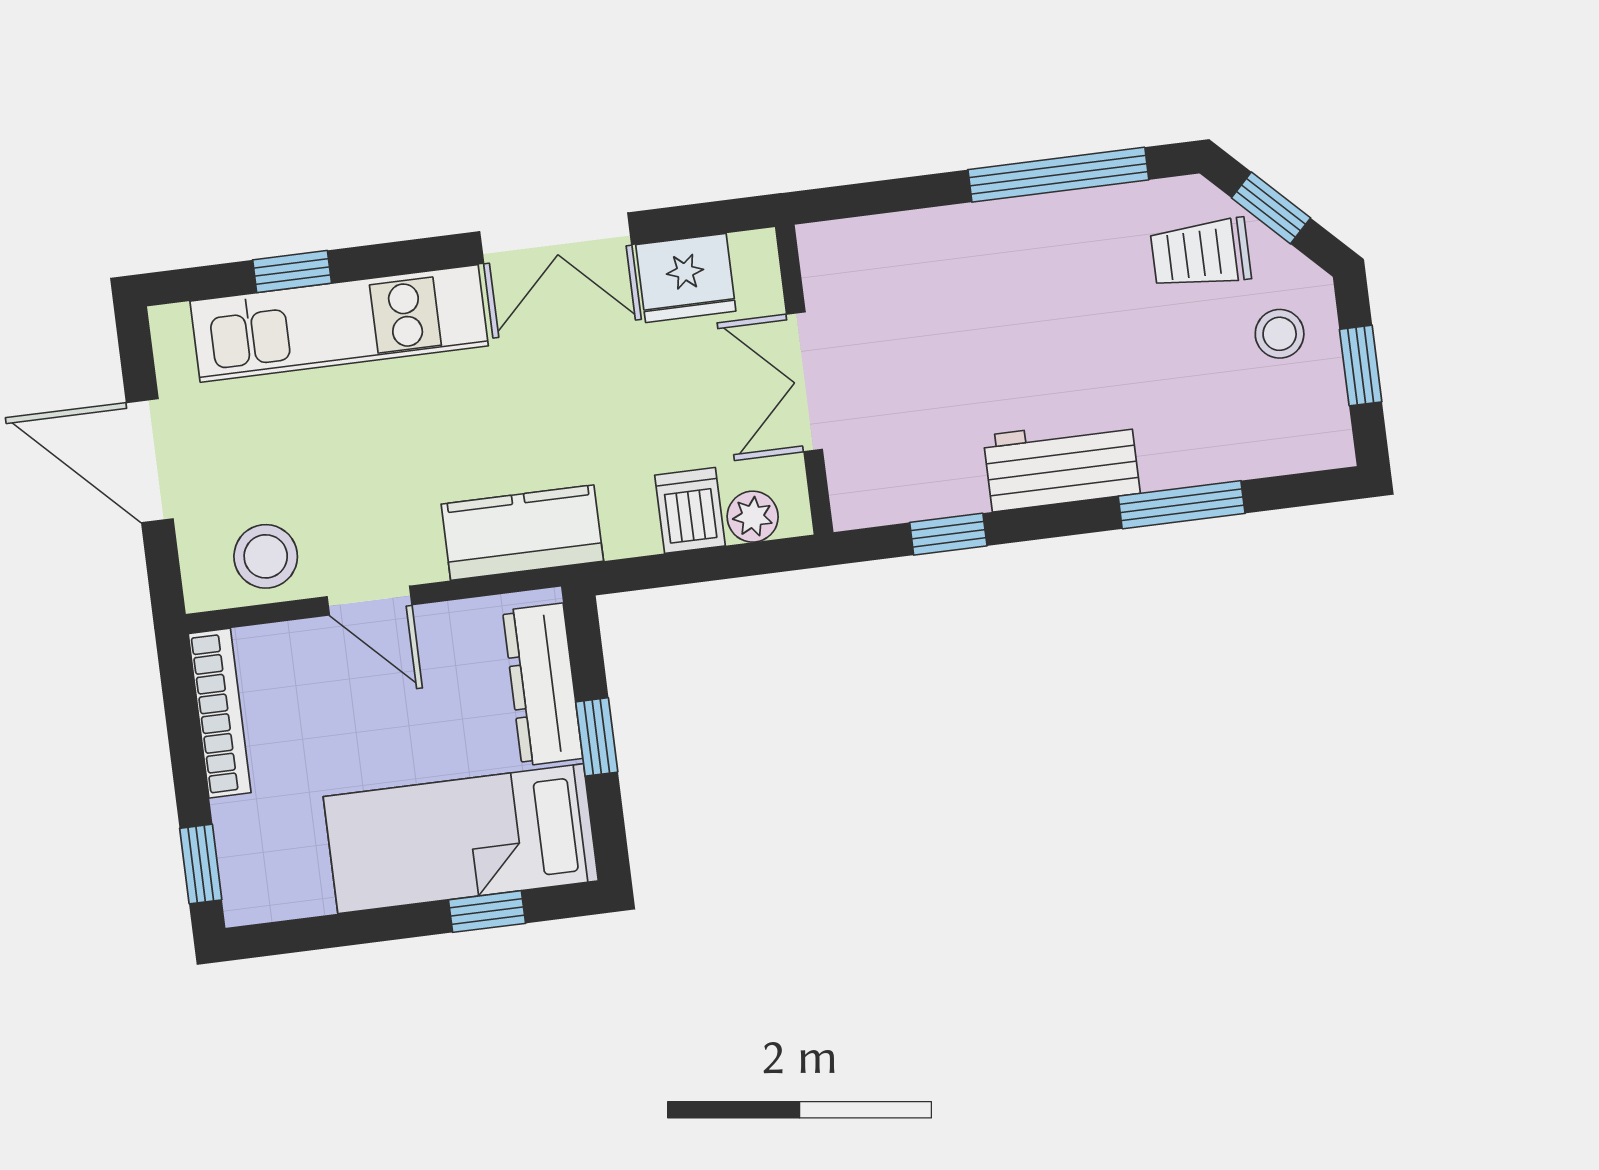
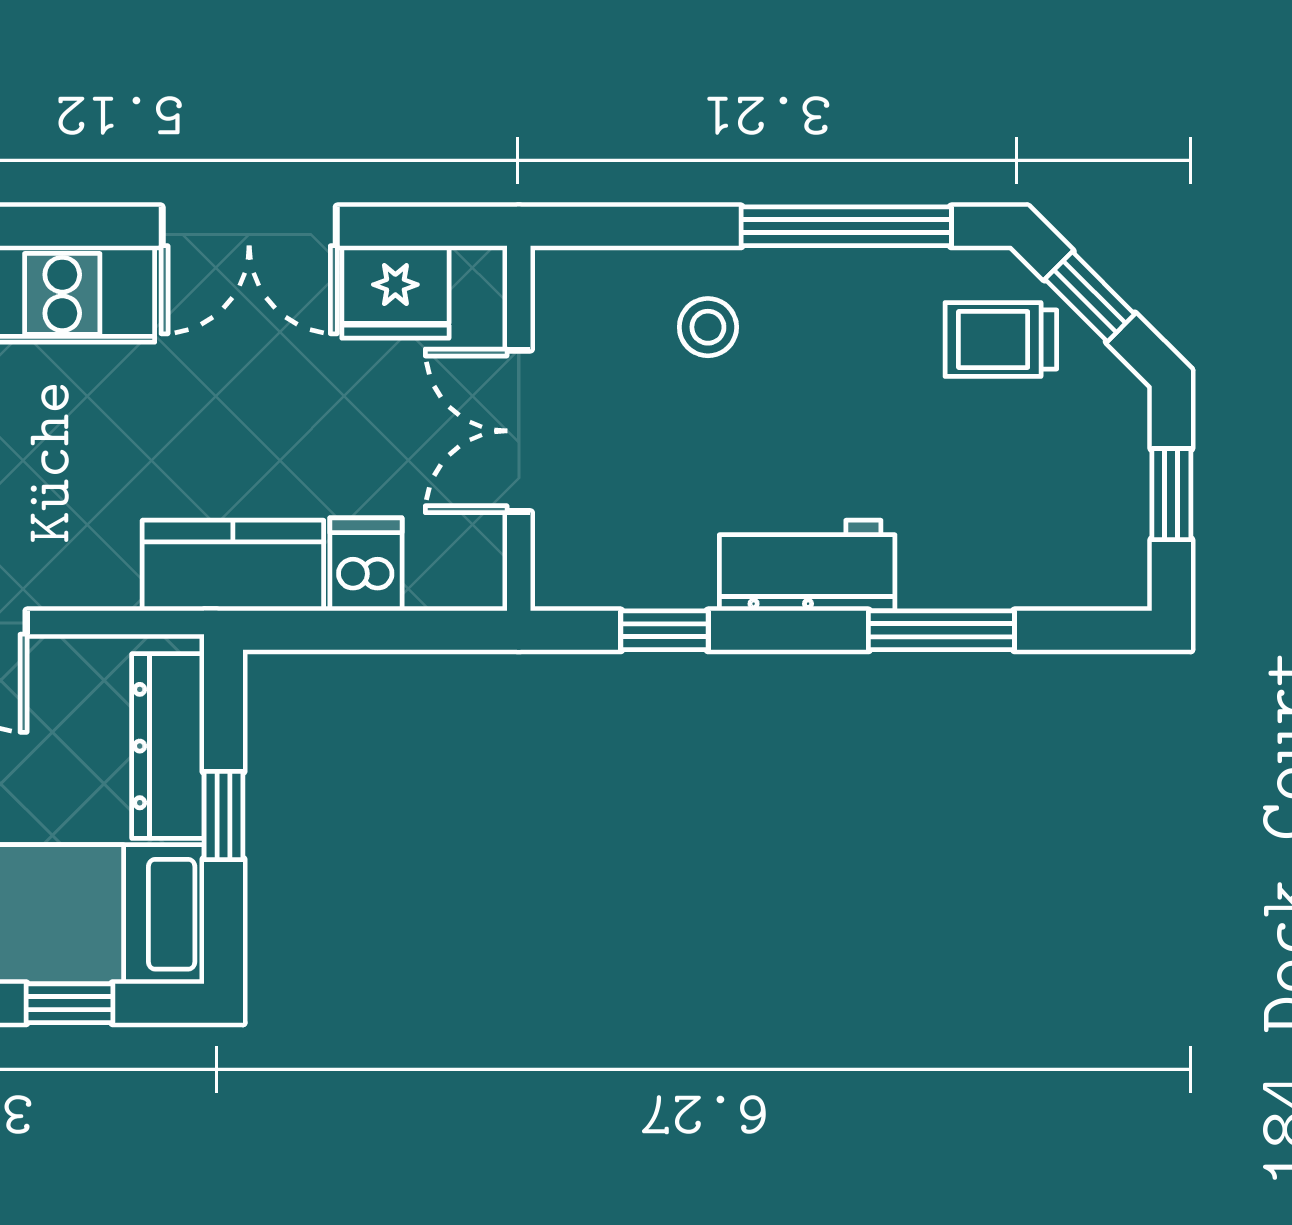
stool: (1280, 334) -> (708, 327), moved
plant: (753, 517) -> (438, 581), removed
kitchen counter: (522, 533) -> (233, 566), moved

